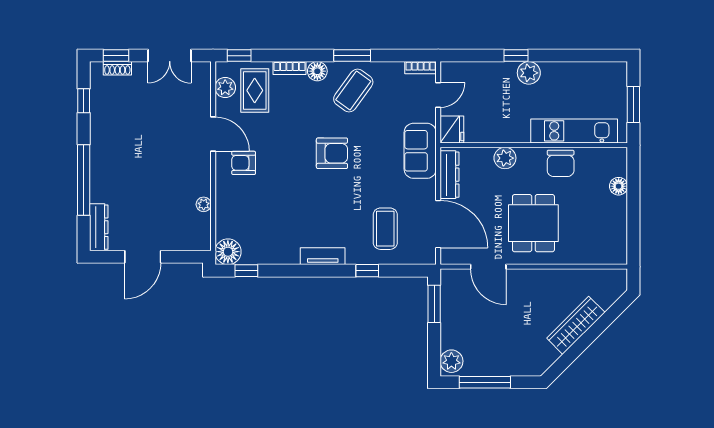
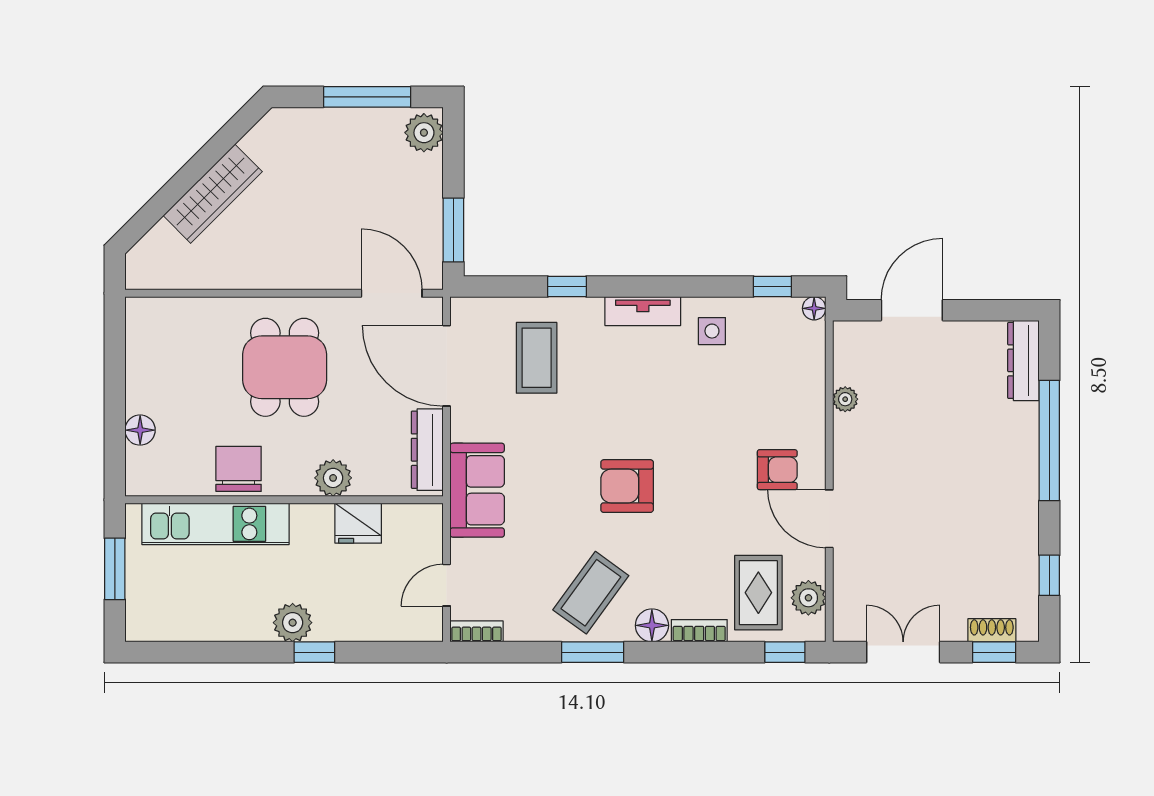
fridge: (452, 129) -> (358, 523), moved, turned -90
side table: (282, 244) -> (712, 331), added
floor lamp: (228, 252) -> (814, 308), width x0.53, depth x0.53
door: (143, 257) -> (912, 310), moved
door: (488, 267) -> (392, 293), moved

